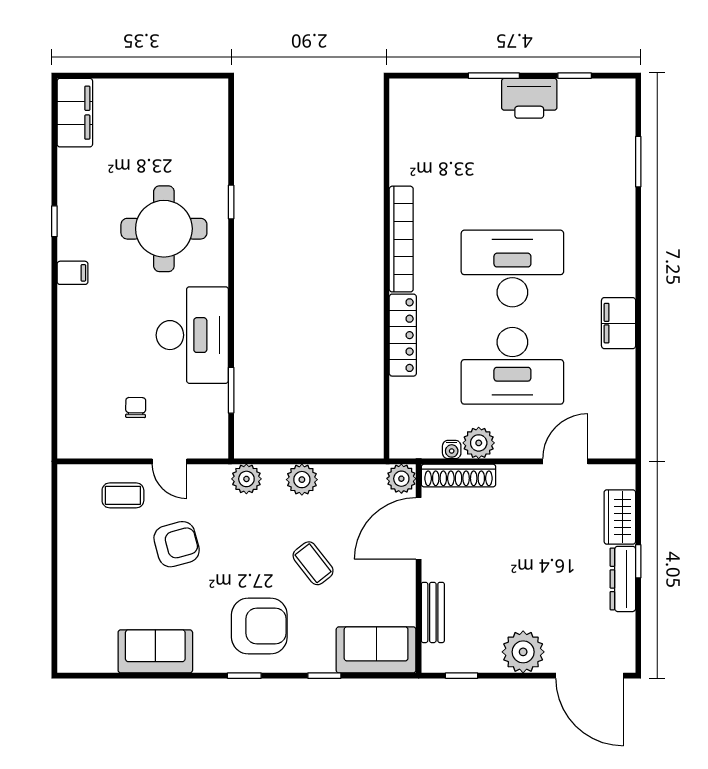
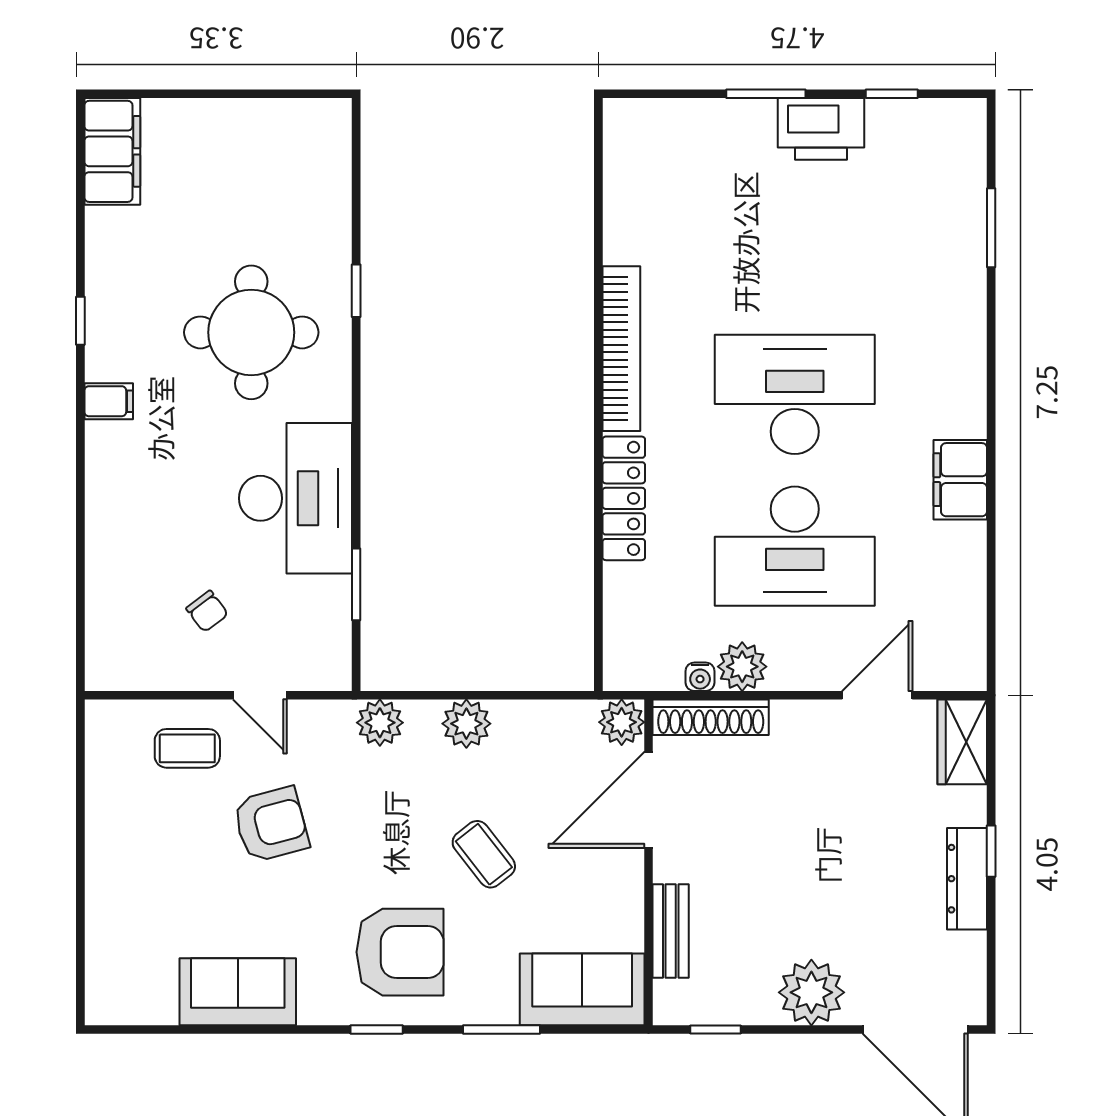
chair: (136, 408) -> (207, 611), turned 142
wardrobe: (620, 517) -> (962, 742), moved
window: (324, 676) -> (501, 1029), width x1.50

